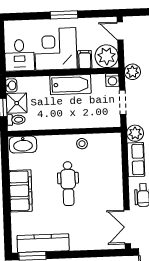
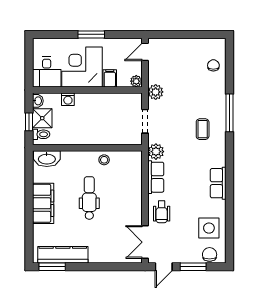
door: (120, 31) -> (145, 52), hinge flipped
plant: (107, 56) -> (136, 81), width x0.53, depth x0.53
washing machine: (112, 80) -> (68, 99), moved
bathtub: (70, 85) -> (95, 102), removed
dental chair: (68, 184) -> (89, 198), turned 180

